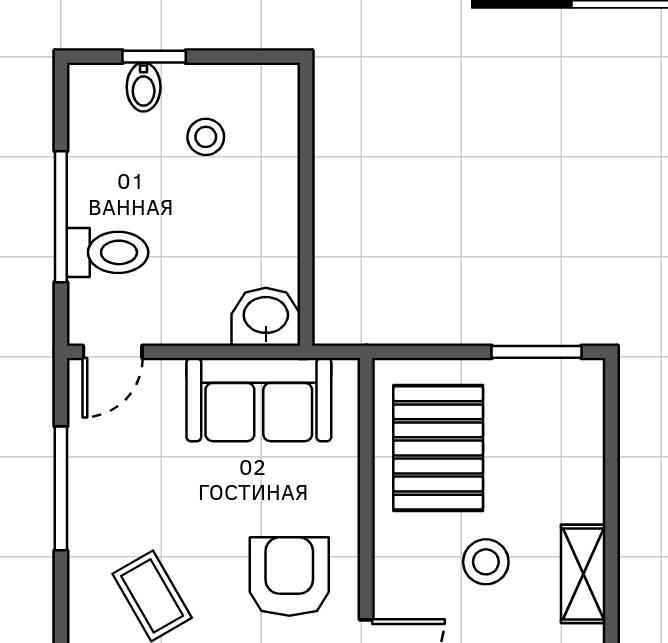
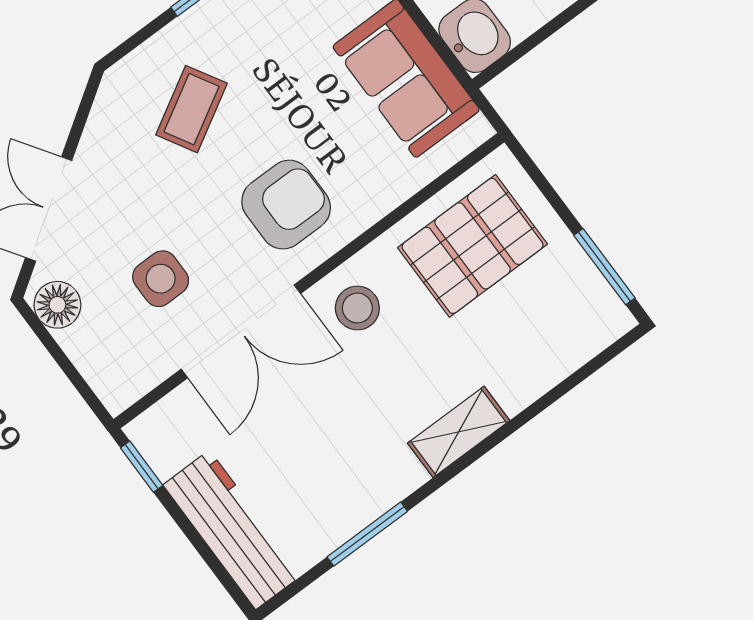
stool: (486, 562) -> (357, 308), moved

